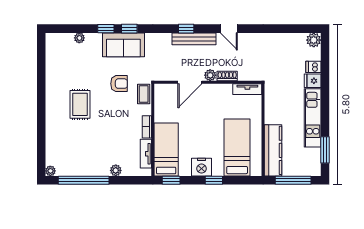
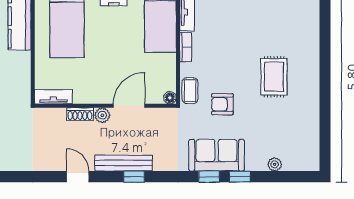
floor lamp: (159, 88) -> (170, 98), added

